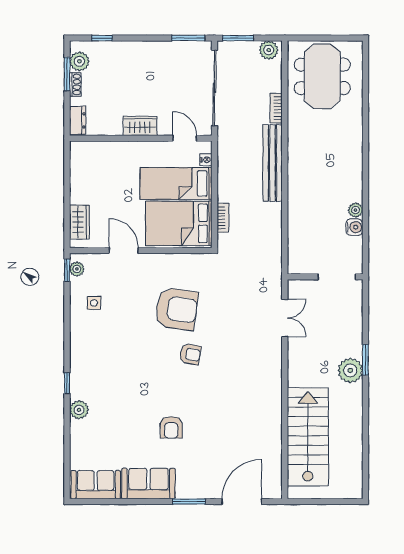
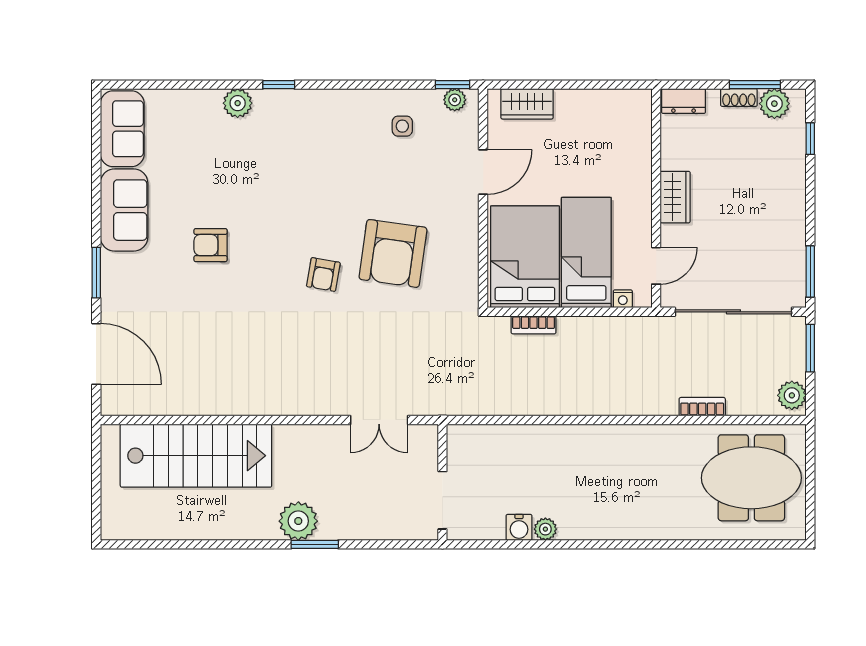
bench: (273, 163) -> (618, 401), removed

